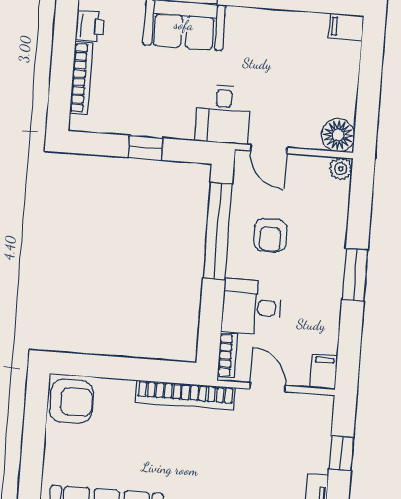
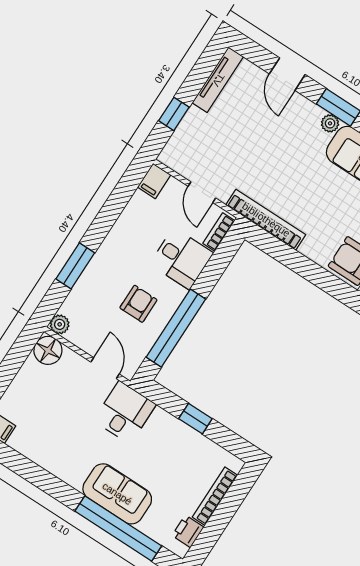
window: (355, 275) -> (75, 266), moved

